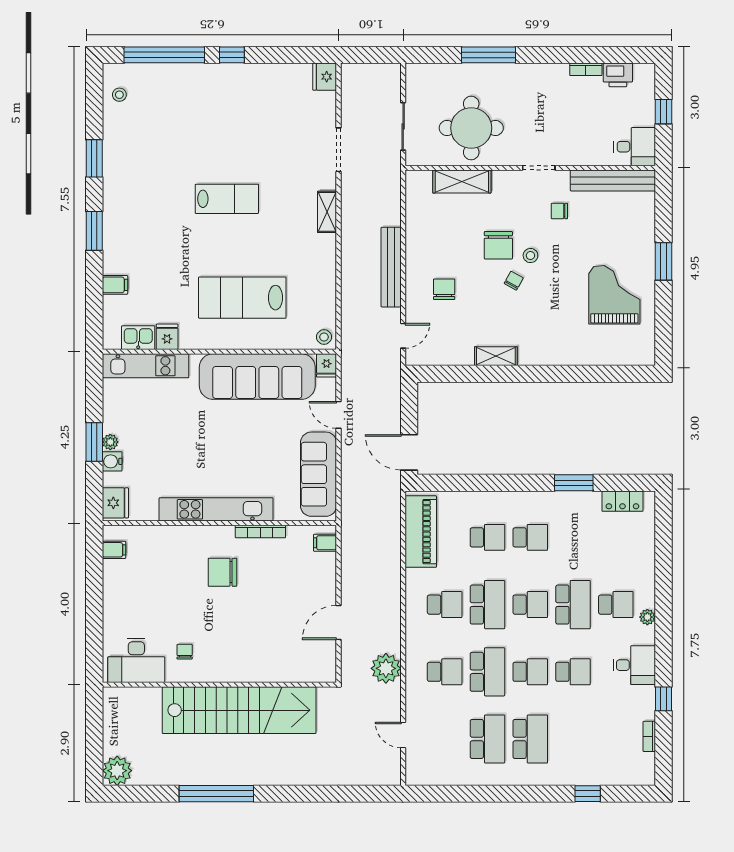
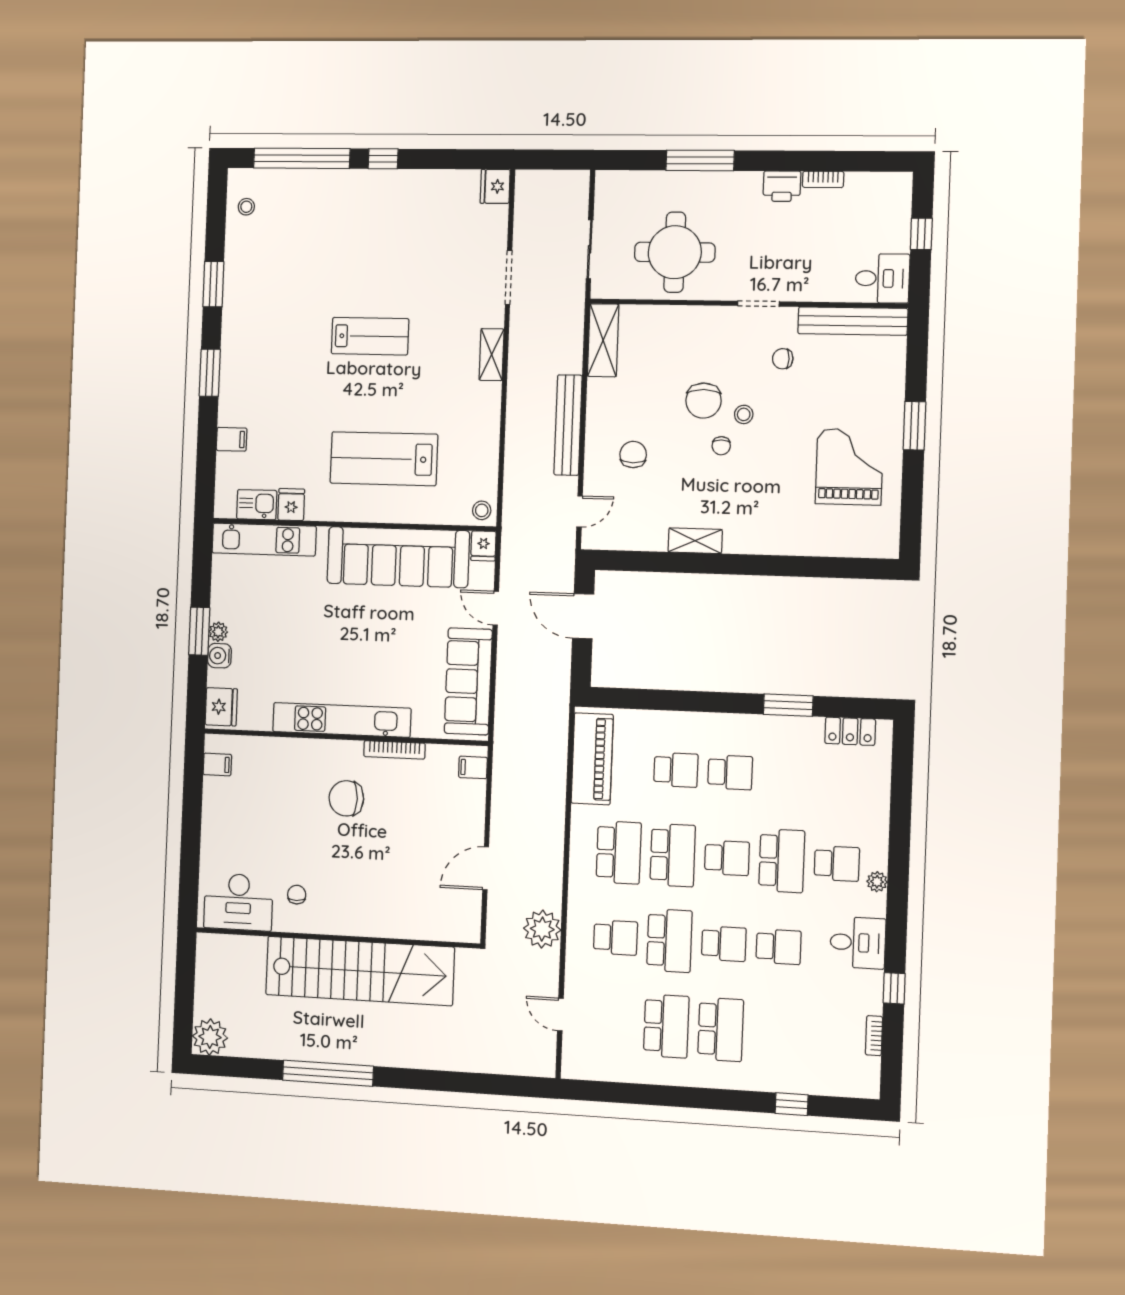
printer: (618, 75) -> (782, 186), moved
shelving: (462, 182) -> (603, 340), moved, turned 90
chair: (514, 281) -> (721, 446), turned 151
door: (409, 452) -> (583, 616), moved
school desk: (445, 605) -> (619, 852), width x1.85

